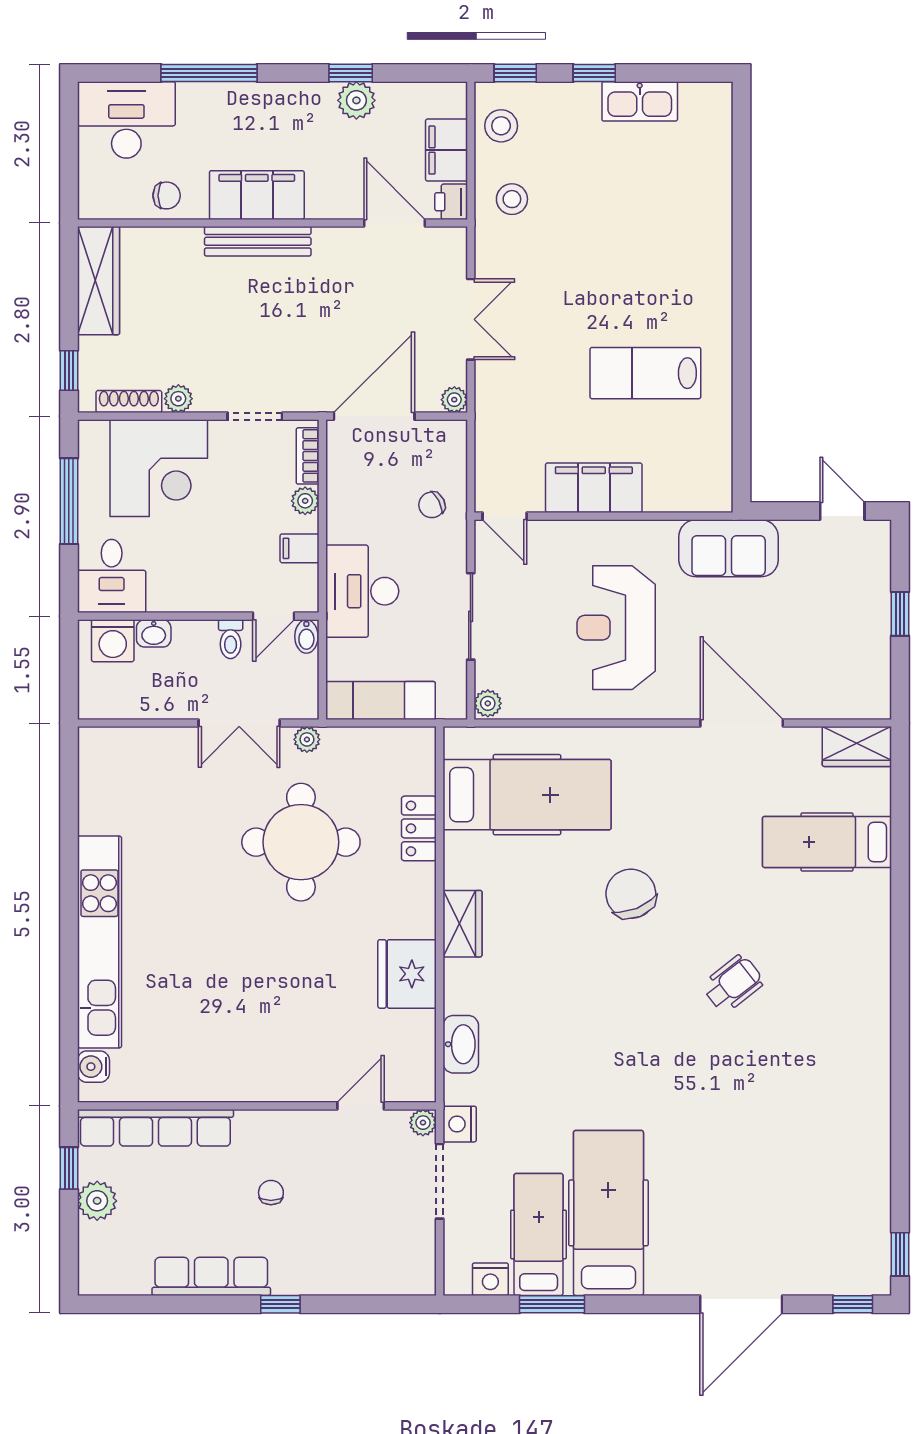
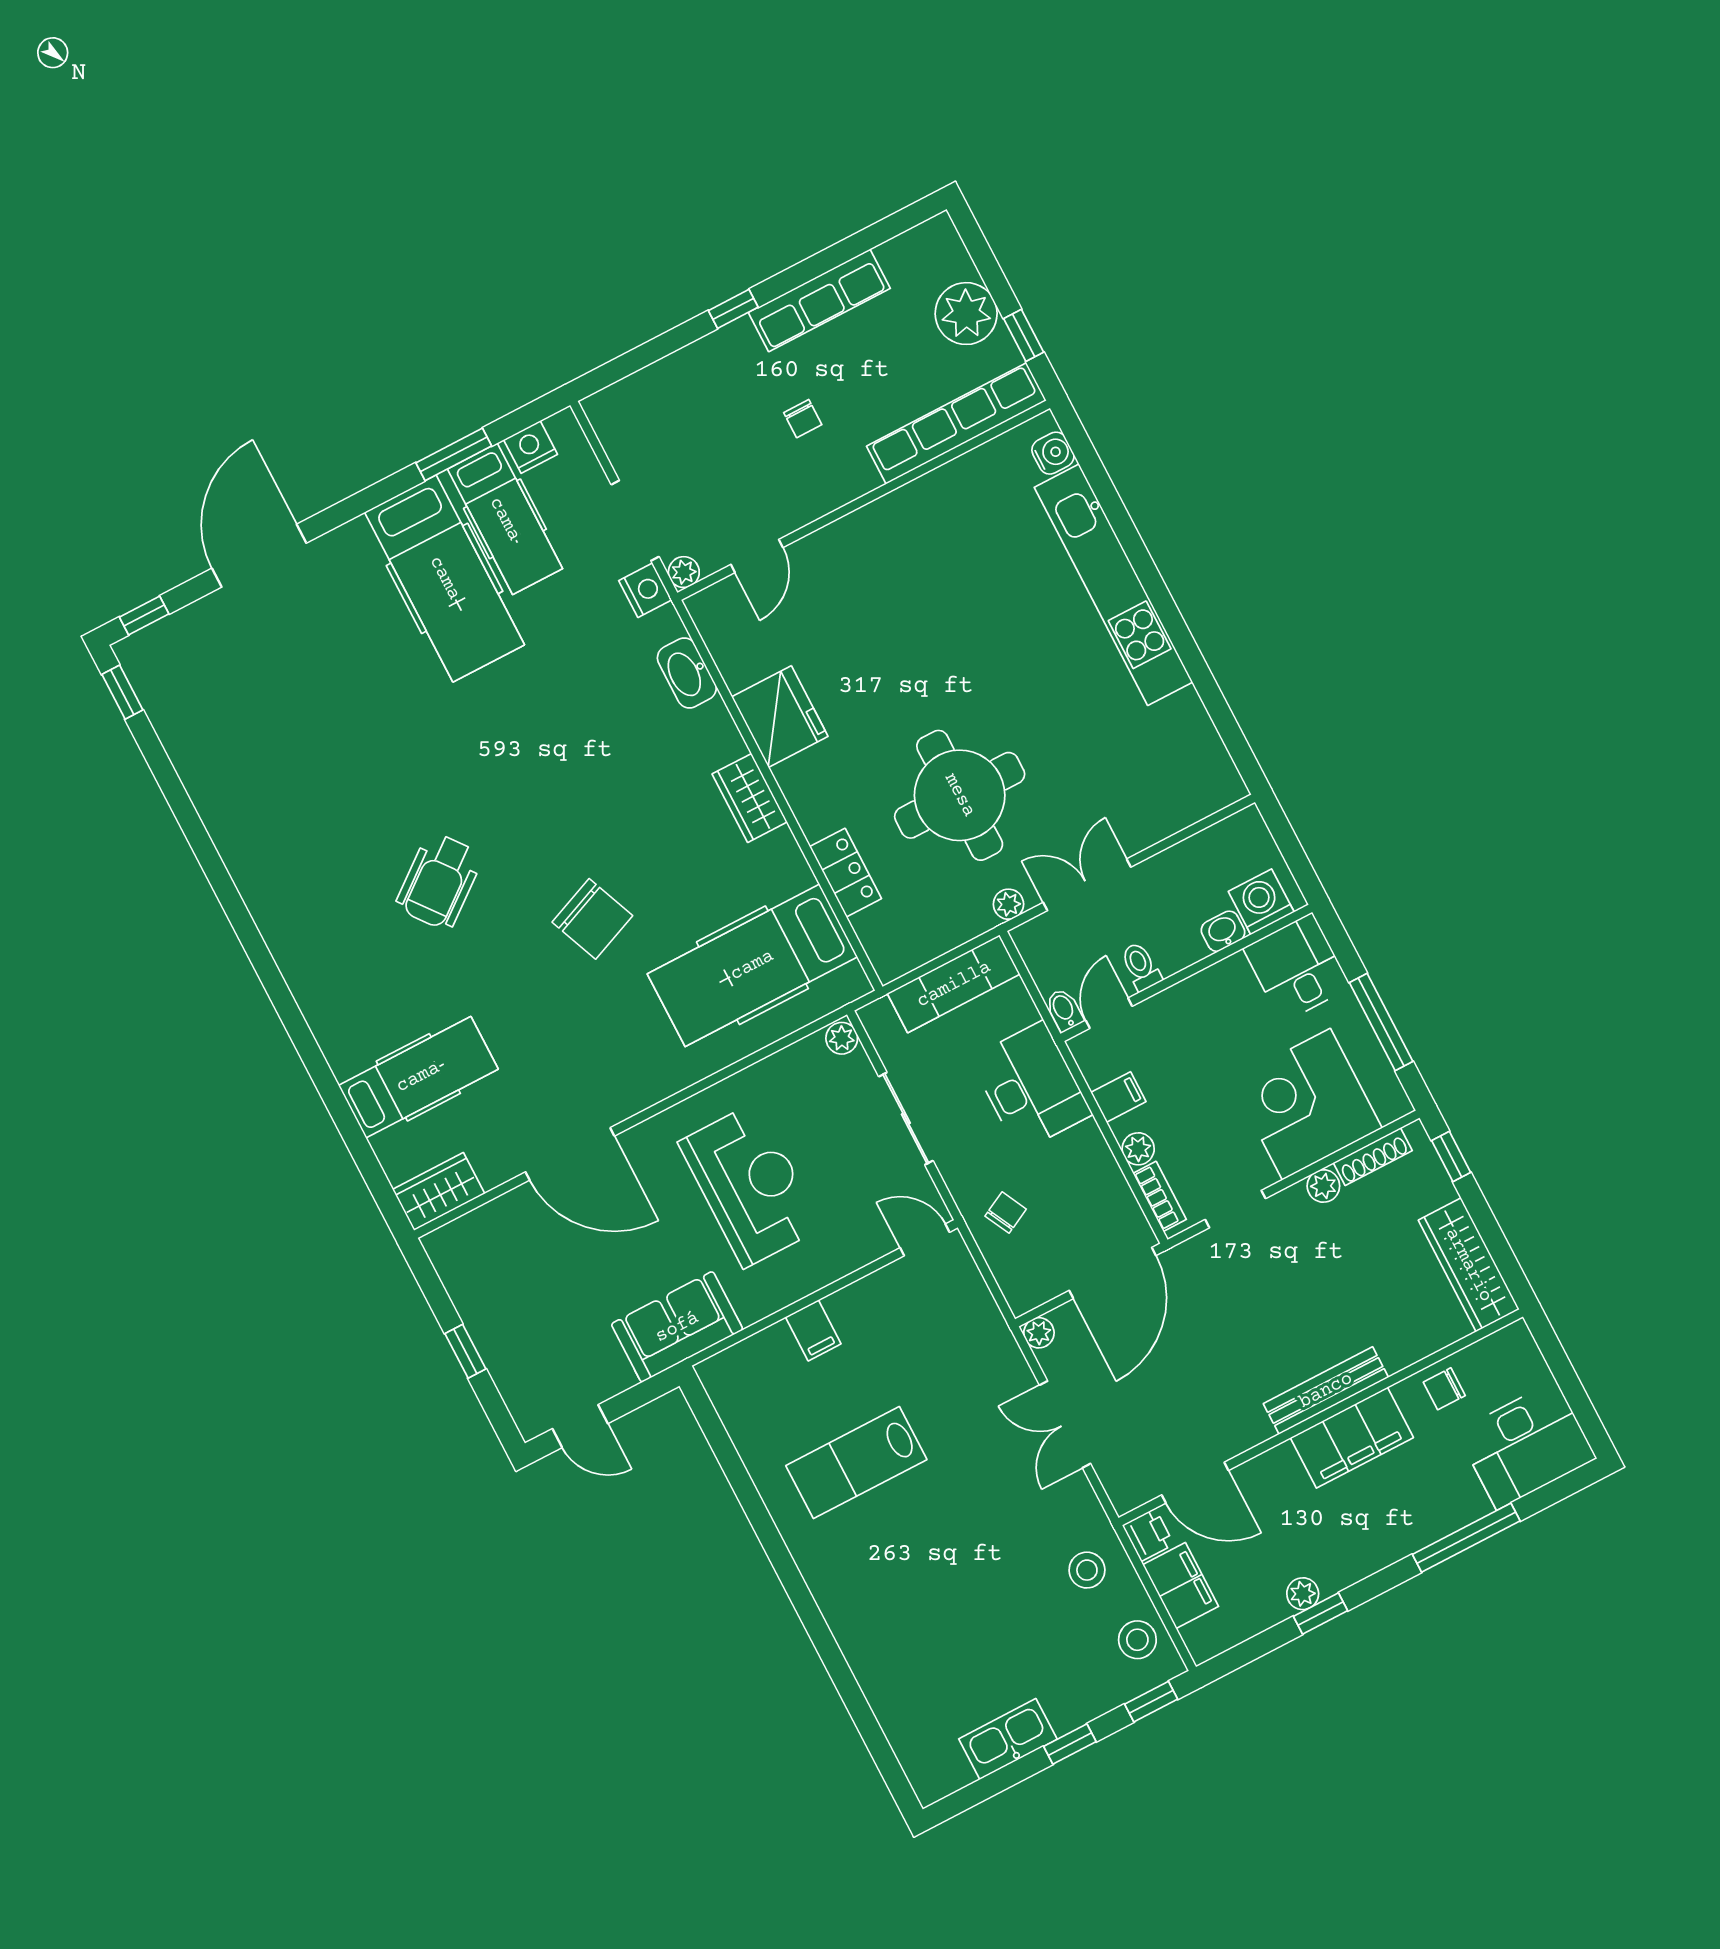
plant: (356, 100) -> (1303, 1594), width x0.73, depth x0.73
lab bench: (645, 373) -> (856, 1463), turned 180
filing cabinet: (594, 488) -> (813, 1330), width x0.33, depth x0.86
wheelchair: (733, 984) -> (439, 881), width x1.36, depth x1.37
plant: (97, 1201) -> (966, 314), width x1.36, depth x1.36

